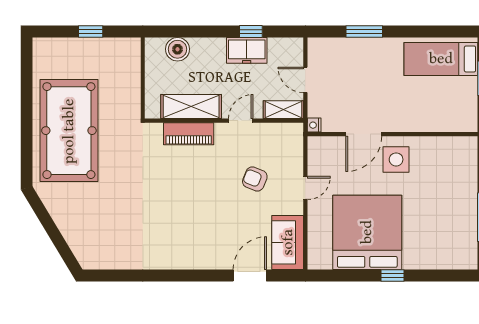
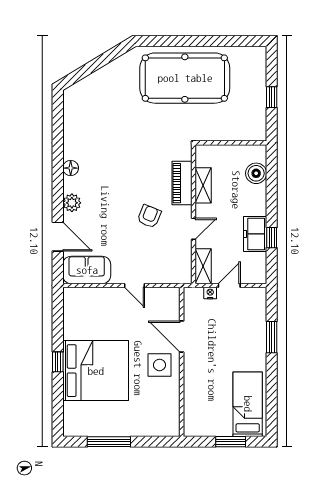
shelving: (191, 107) -> (203, 185), width x0.67, depth x0.75
door: (241, 121) -> (194, 229), hinge flipped
nightstand: (314, 125) -> (210, 293), moved
armchair: (255, 179) -> (149, 216), moved
bed: (367, 232) -> (96, 371), moved
plant: (211, 259) -> (72, 203), added
floor lamp: (171, 261) -> (71, 168), added

